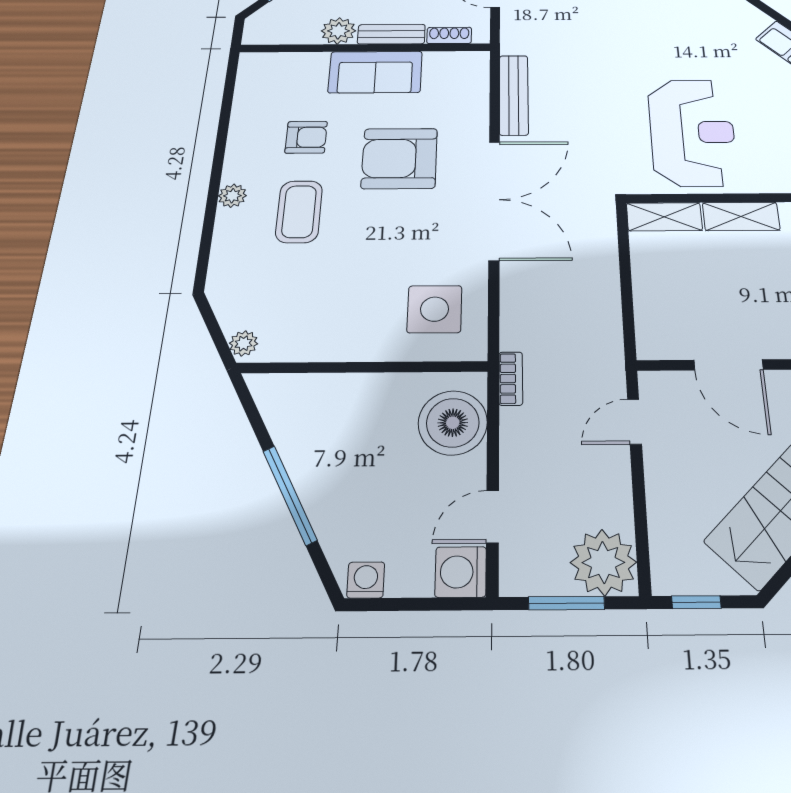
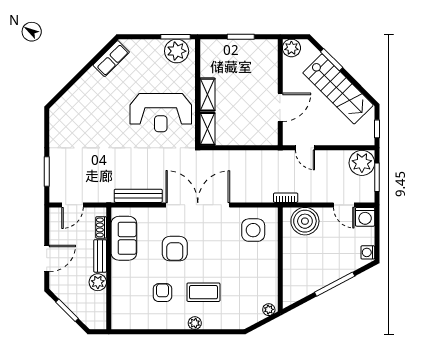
sofa: (375, 72) -> (124, 238), moved
reception desk: (692, 132) -> (161, 113), turned 180
armchair: (399, 158) -> (175, 249), width x0.73, depth x0.73

